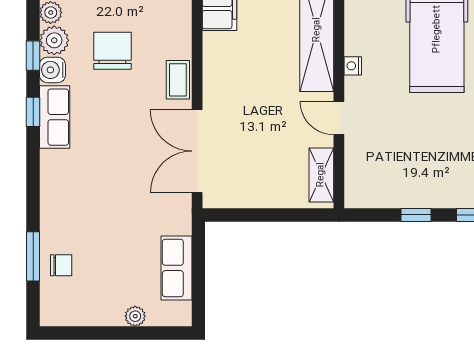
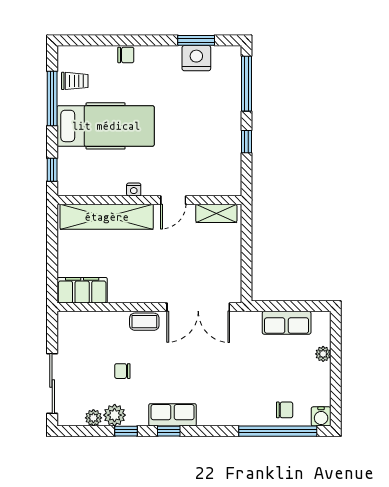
chair: (113, 51) -> (122, 371), width x0.54, depth x0.54
water cooler: (52, 70) -> (321, 416), moved
window: (33, 256) -> (278, 431), width x2.11
chair: (61, 265) -> (285, 410), turned 90

